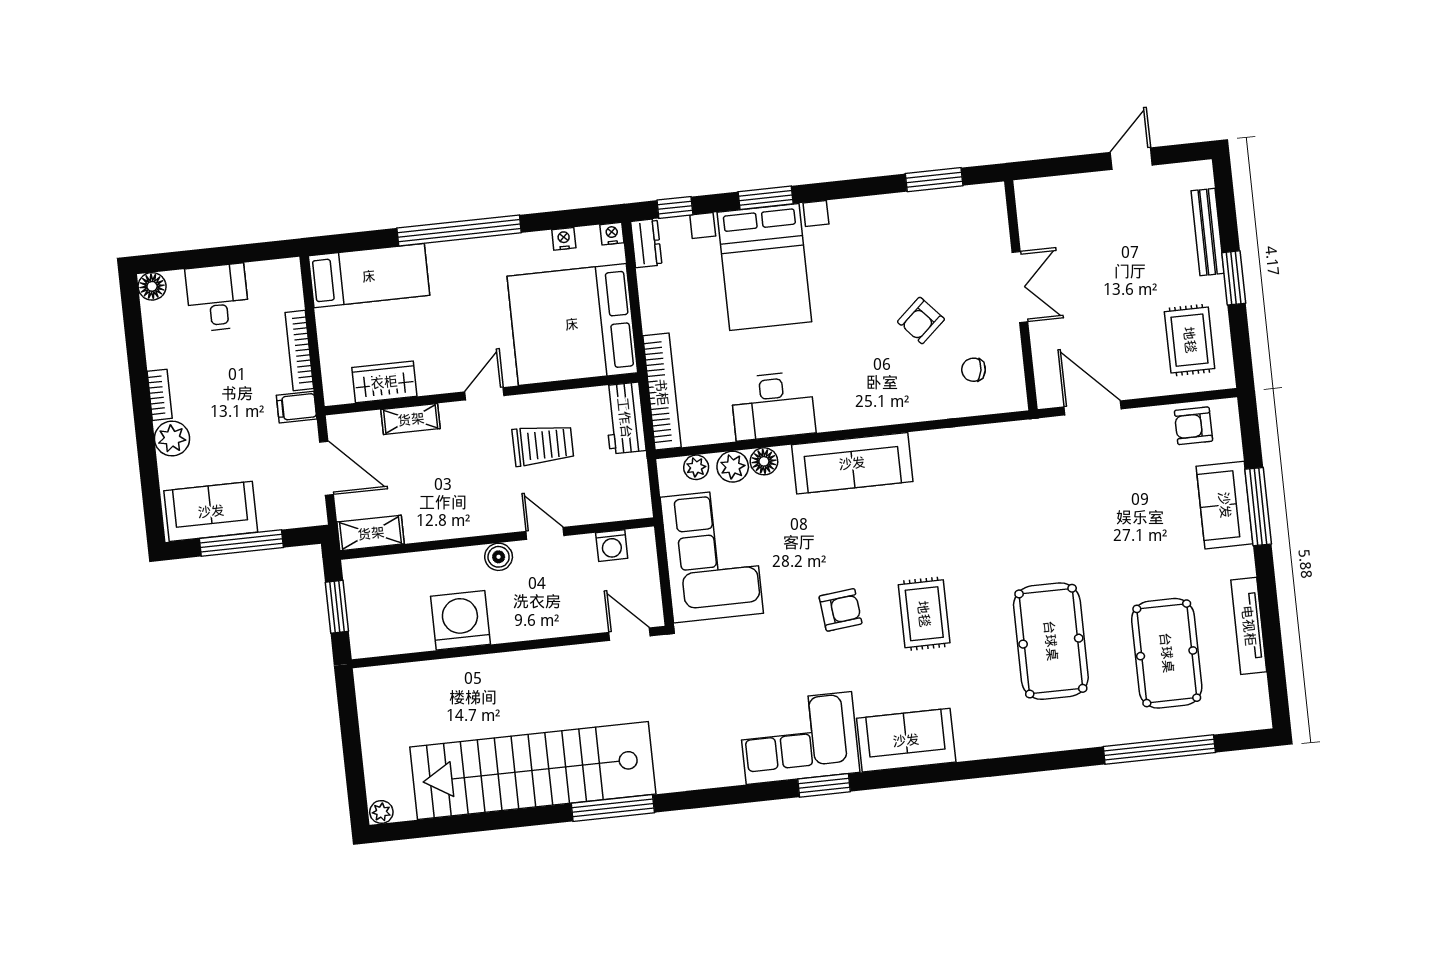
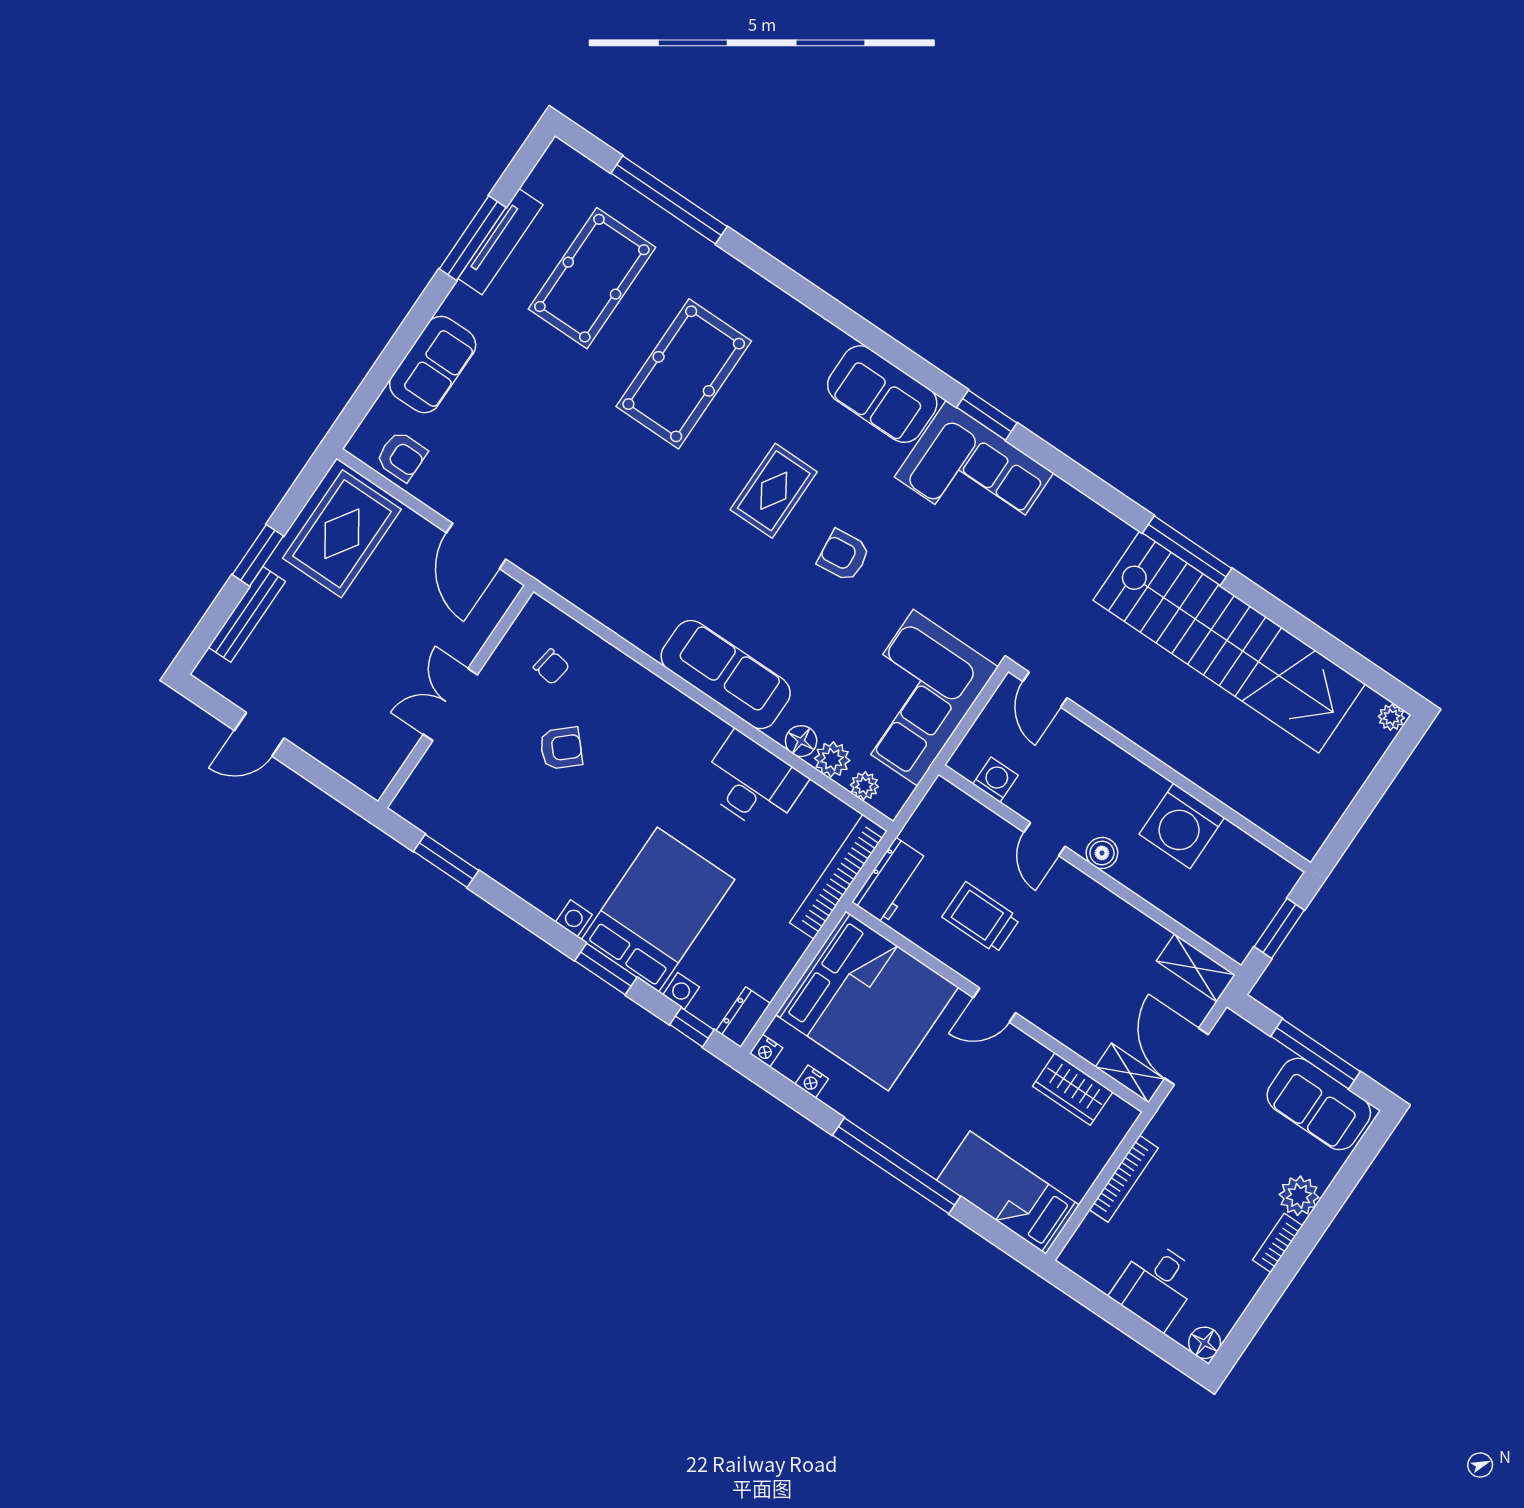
rug: (1190, 340) -> (342, 534), width x1.36, depth x1.43
filing cabinet: (297, 407) -> (1168, 1132), removed
shelving: (411, 419) -> (1130, 1073), moved
window: (1258, 507) -> (473, 238), moved

